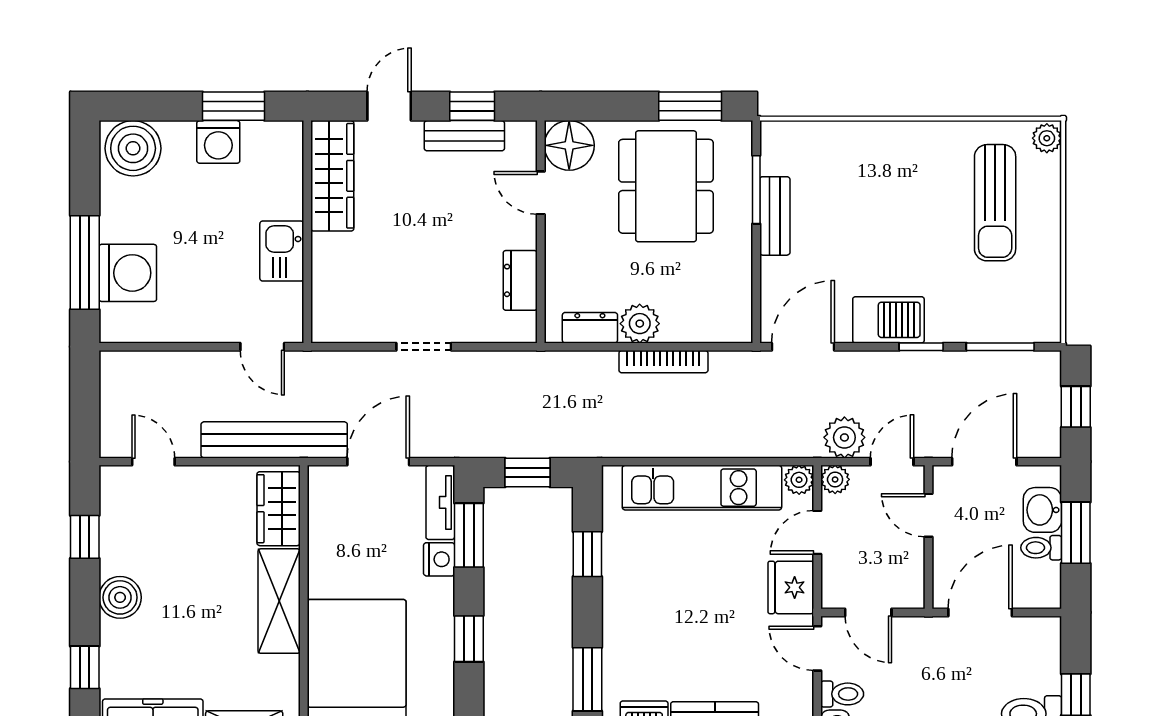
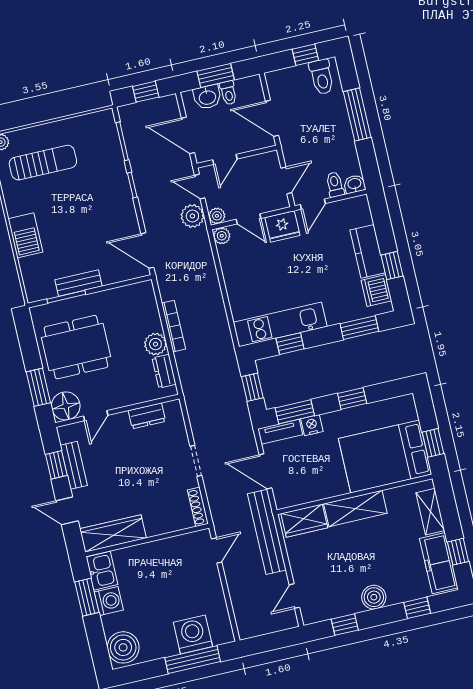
window: (690, 106) -> (38, 387), moved
kitchen sink: (282, 251) -> (102, 571), moved, turned -90
barbecue: (888, 320) -> (25, 235), moved, turned 180
shoe rack: (344, 332) -> (198, 507), added
kitchen unit: (702, 488) -> (280, 324), moved, turned -90

